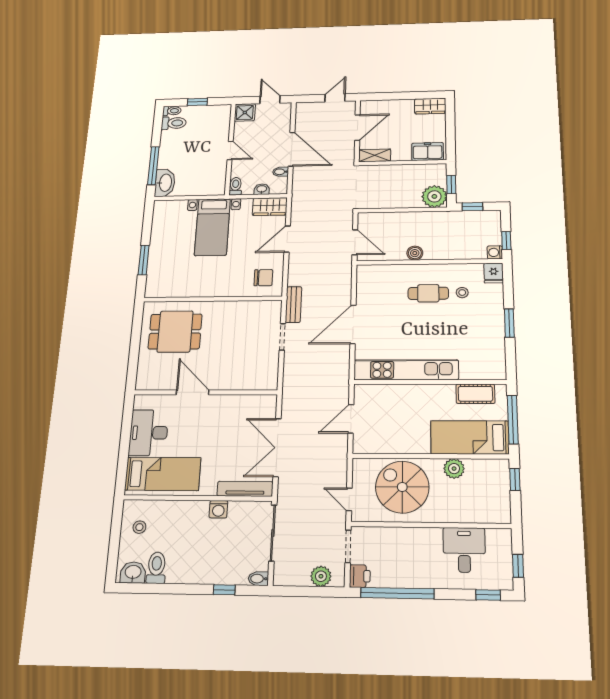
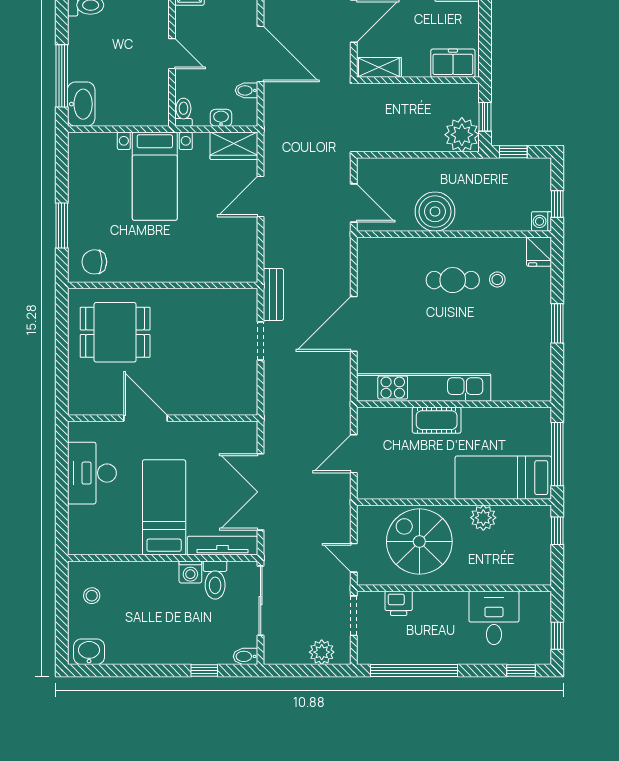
boiler: (415, 253) -> (435, 212), width x1.86, depth x1.86
chair: (263, 278) -> (94, 262), moved, turned 180
cot: (475, 394) -> (437, 420), moved
bed: (163, 474) -> (164, 507), moved, turned -90
toilet: (156, 568) -> (215, 580), moved, turned 180
printer: (360, 576) -> (399, 603), moved, turned 90

